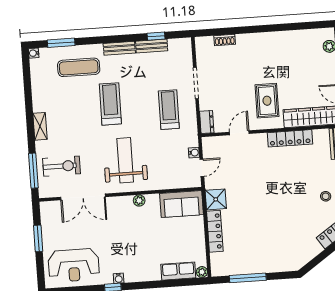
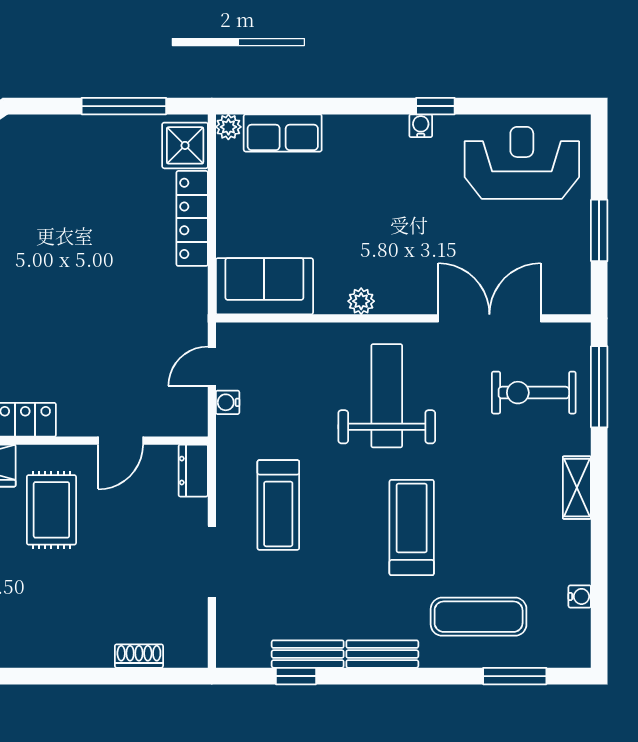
water cooler: (34, 53) -> (580, 596), moved
treadmill: (110, 104) -> (412, 528), turned 180
weight bench: (125, 160) -> (387, 396), turned 180
shower: (216, 199) -> (185, 145), moved

